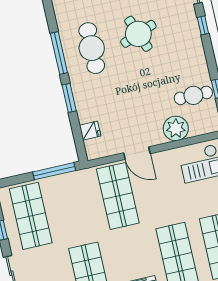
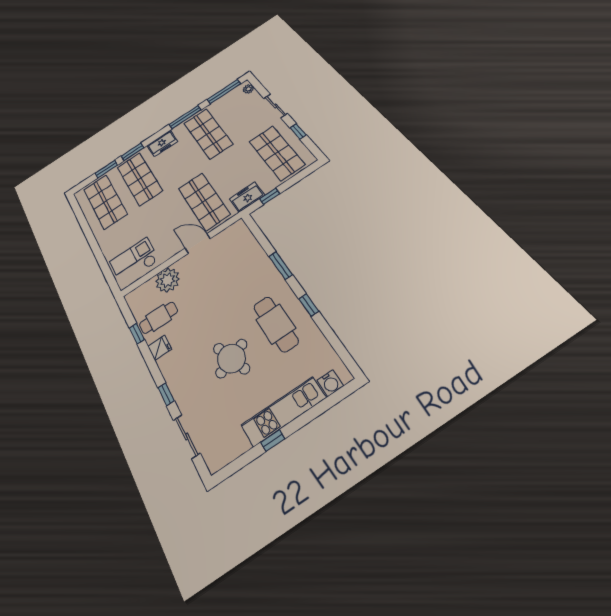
window: (59, 53) -> (309, 305), width x0.46
fridge: (90, 131) -> (160, 348), moved, turned 180
window: (54, 171) -> (270, 196), width x0.46
freezer: (75, 181) -> (247, 197), added

